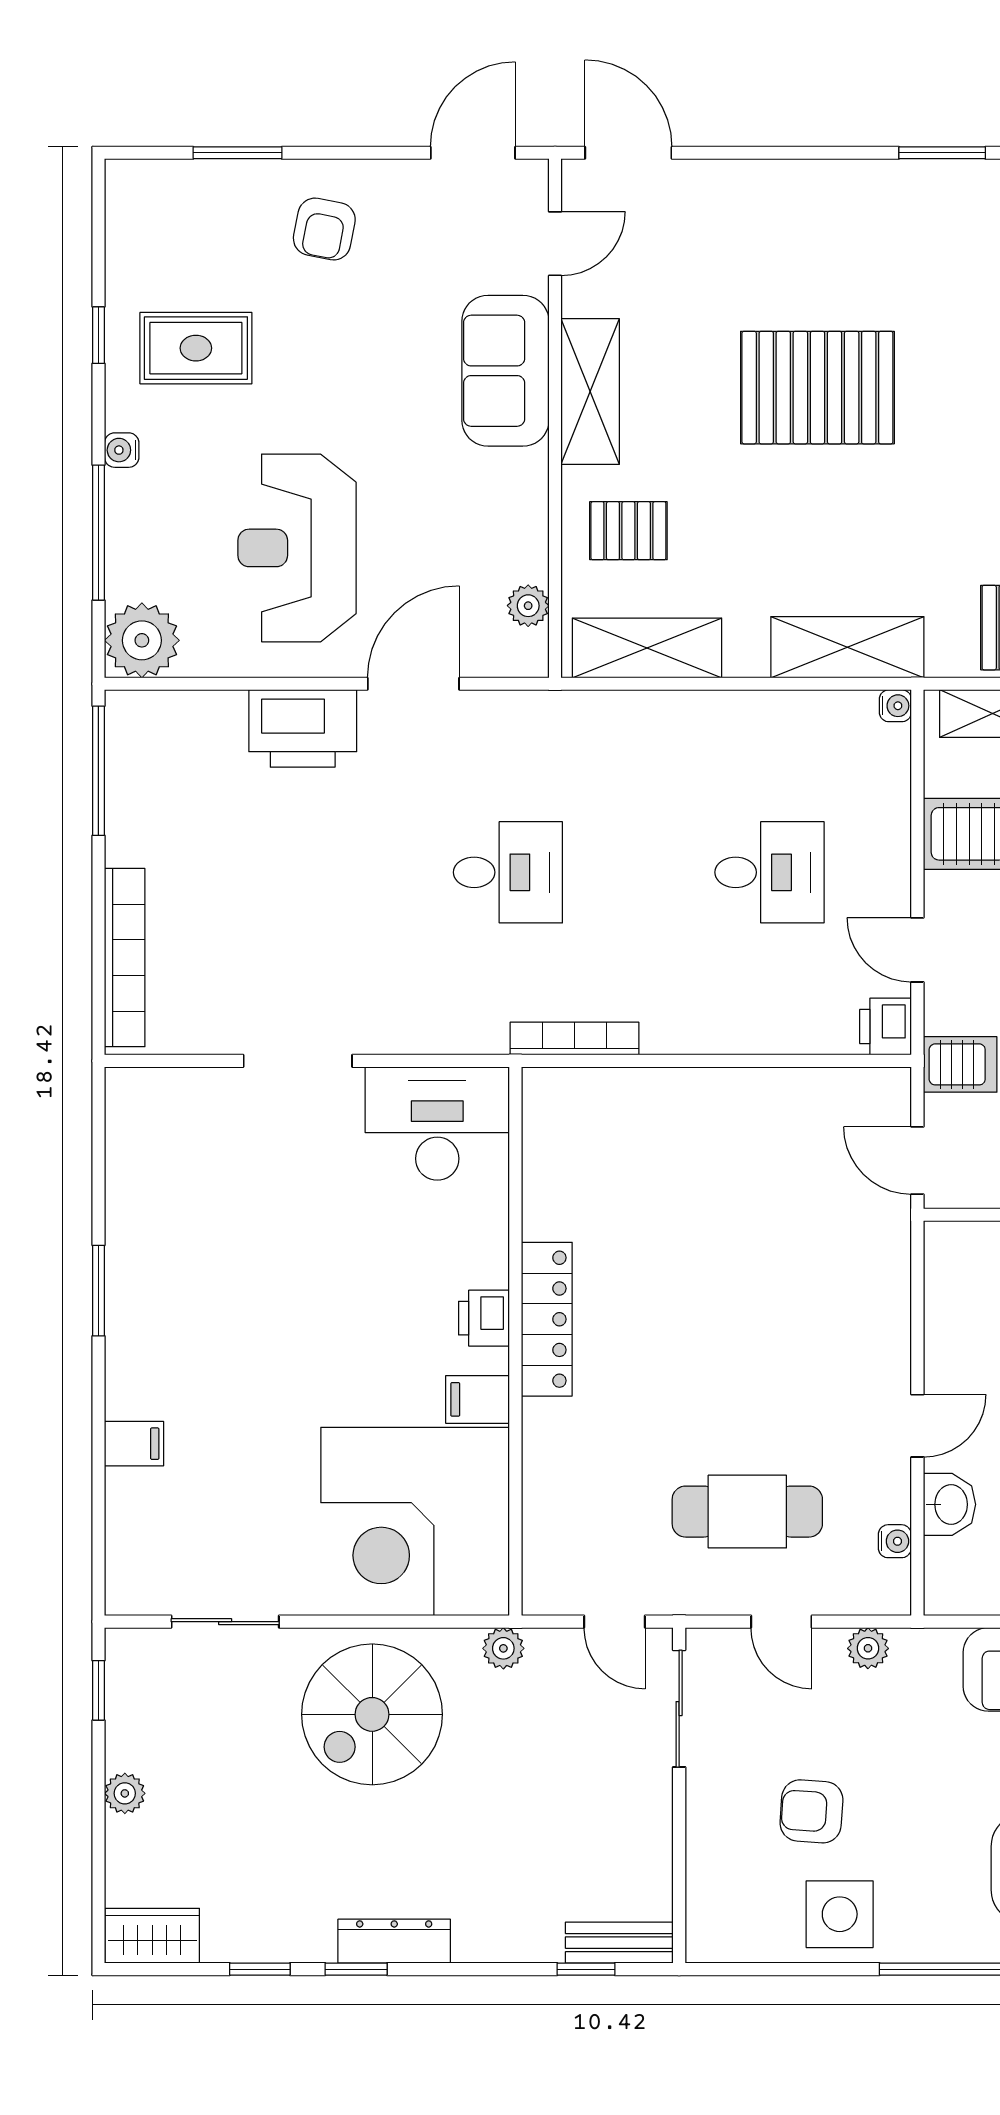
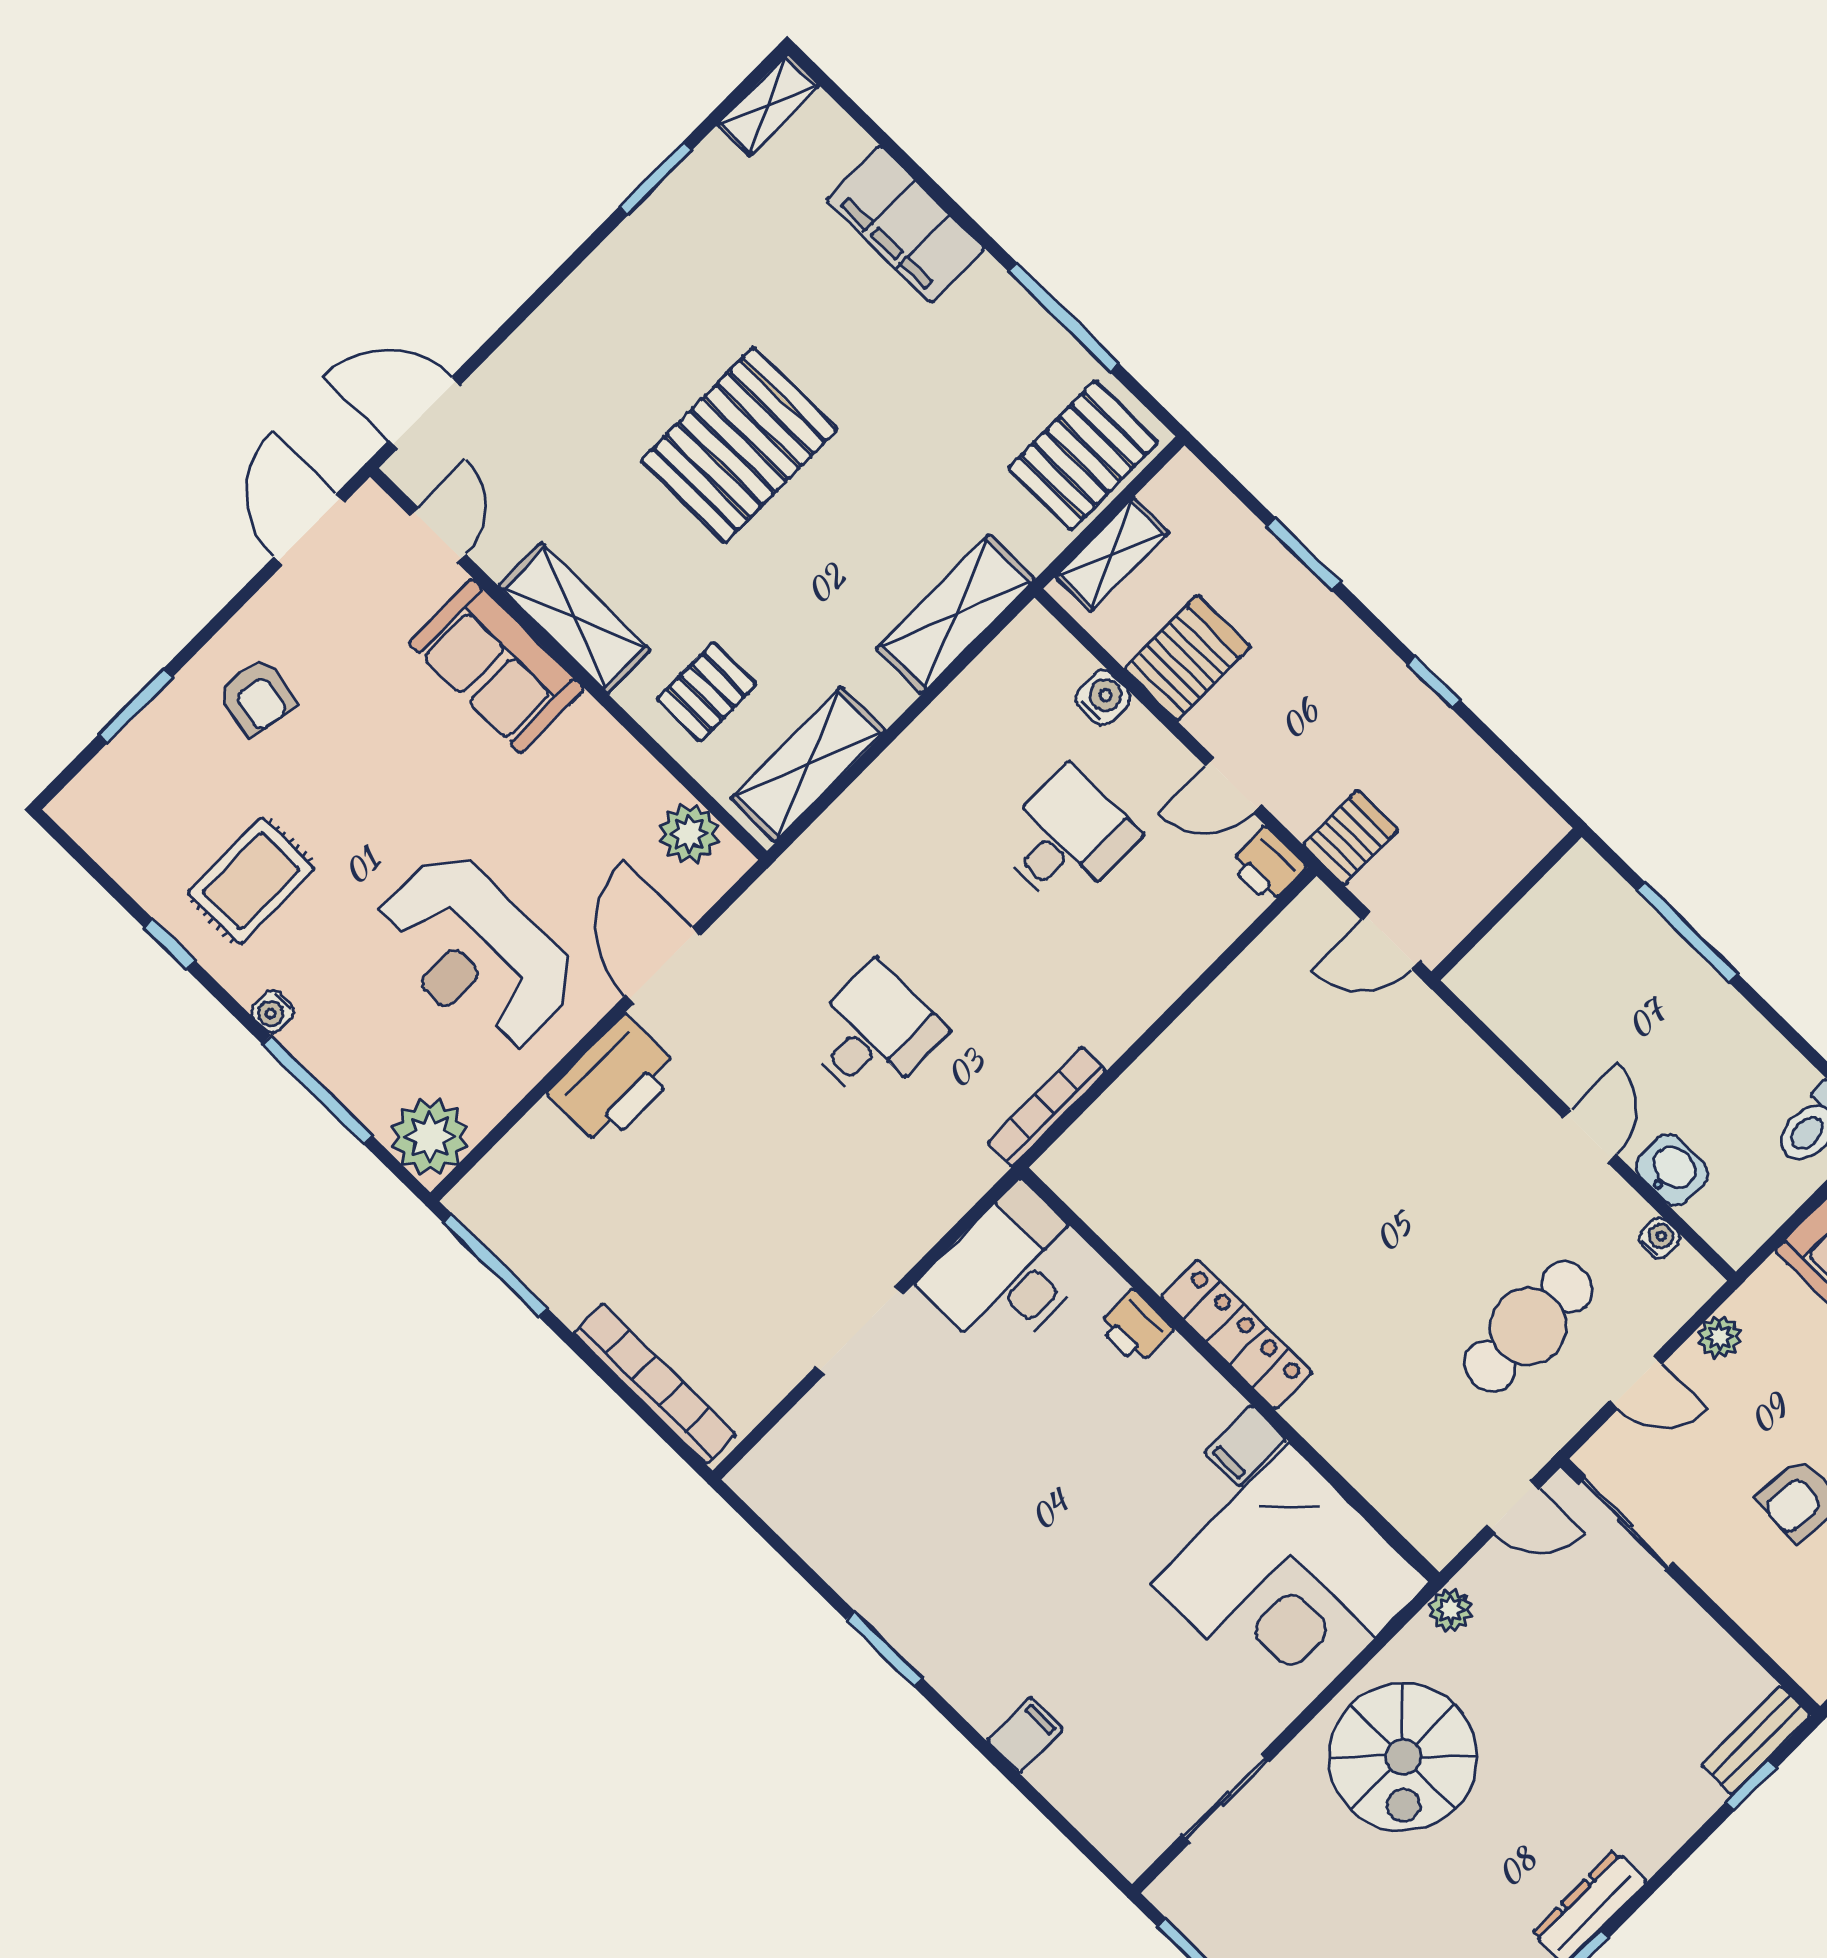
plant: (528, 606) -> (689, 834), width x1.38, depth x1.38
water cooler: (895, 706) -> (1103, 698), moved, width x1.38, depth x1.38
printer: (484, 1318) -> (1135, 1327), moved

